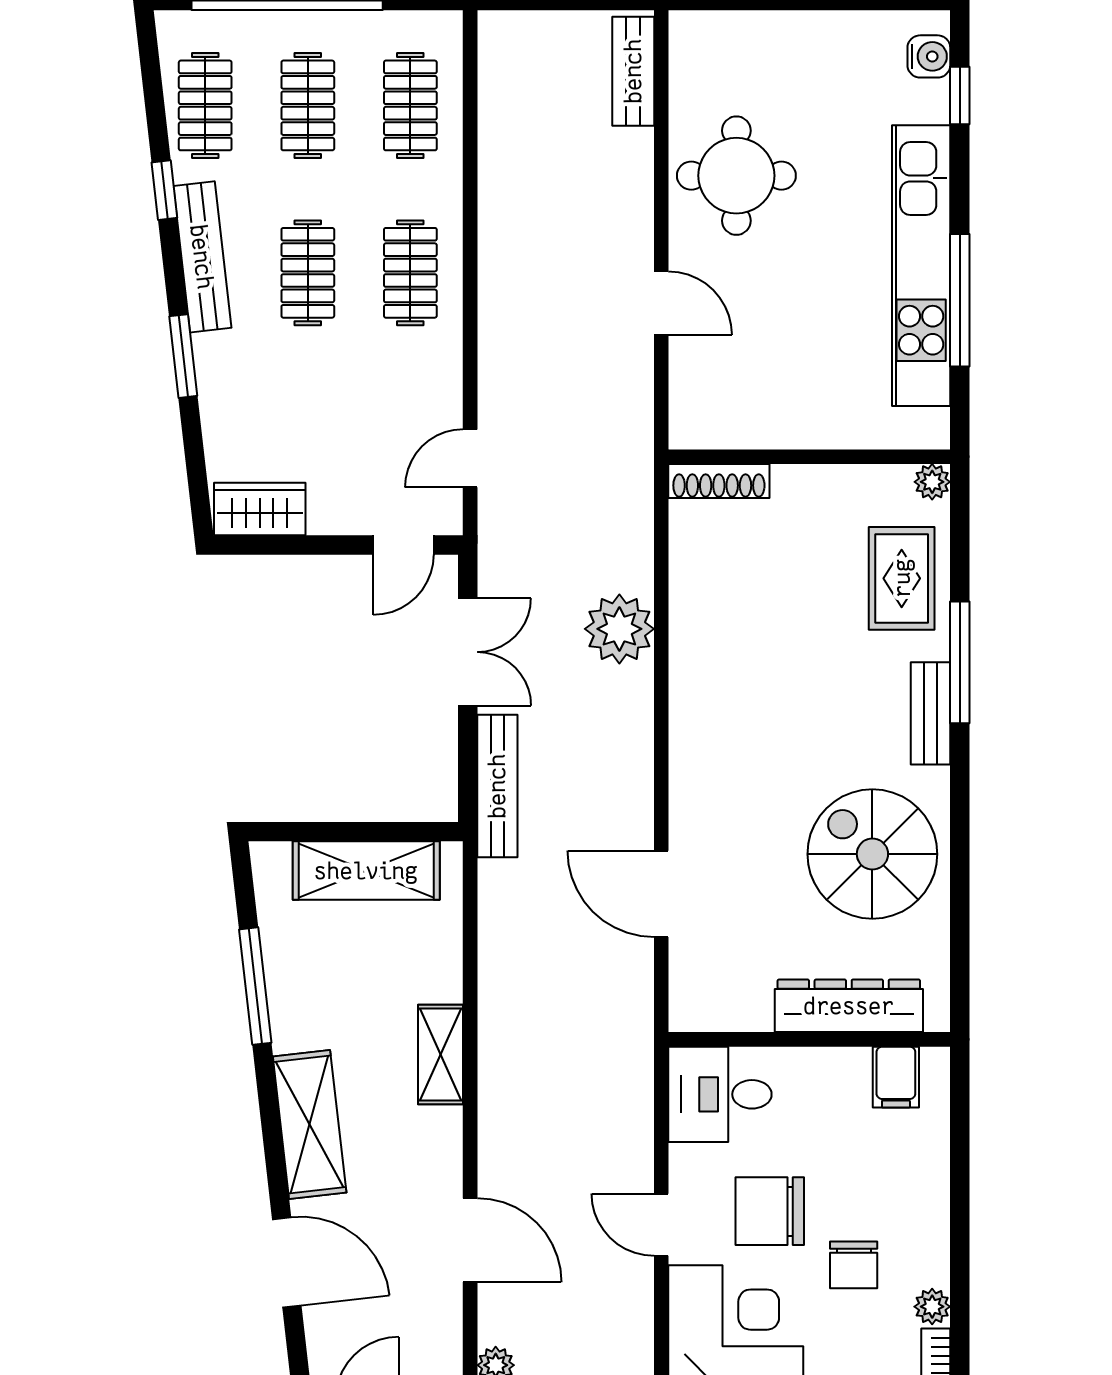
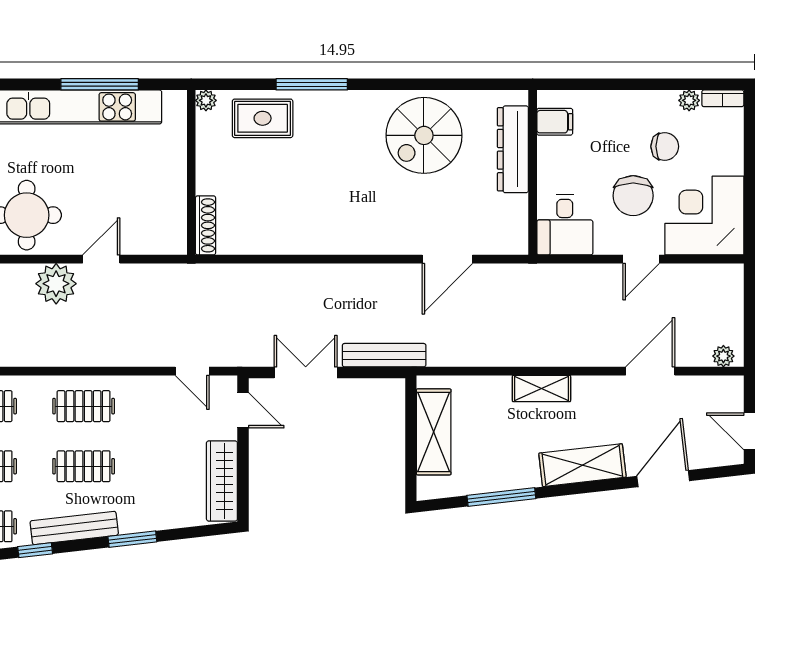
wardrobe: (260, 509) -> (222, 481), width x1.50
plant: (619, 629) -> (56, 284), moved
bench: (931, 713) -> (342, 101), removed

